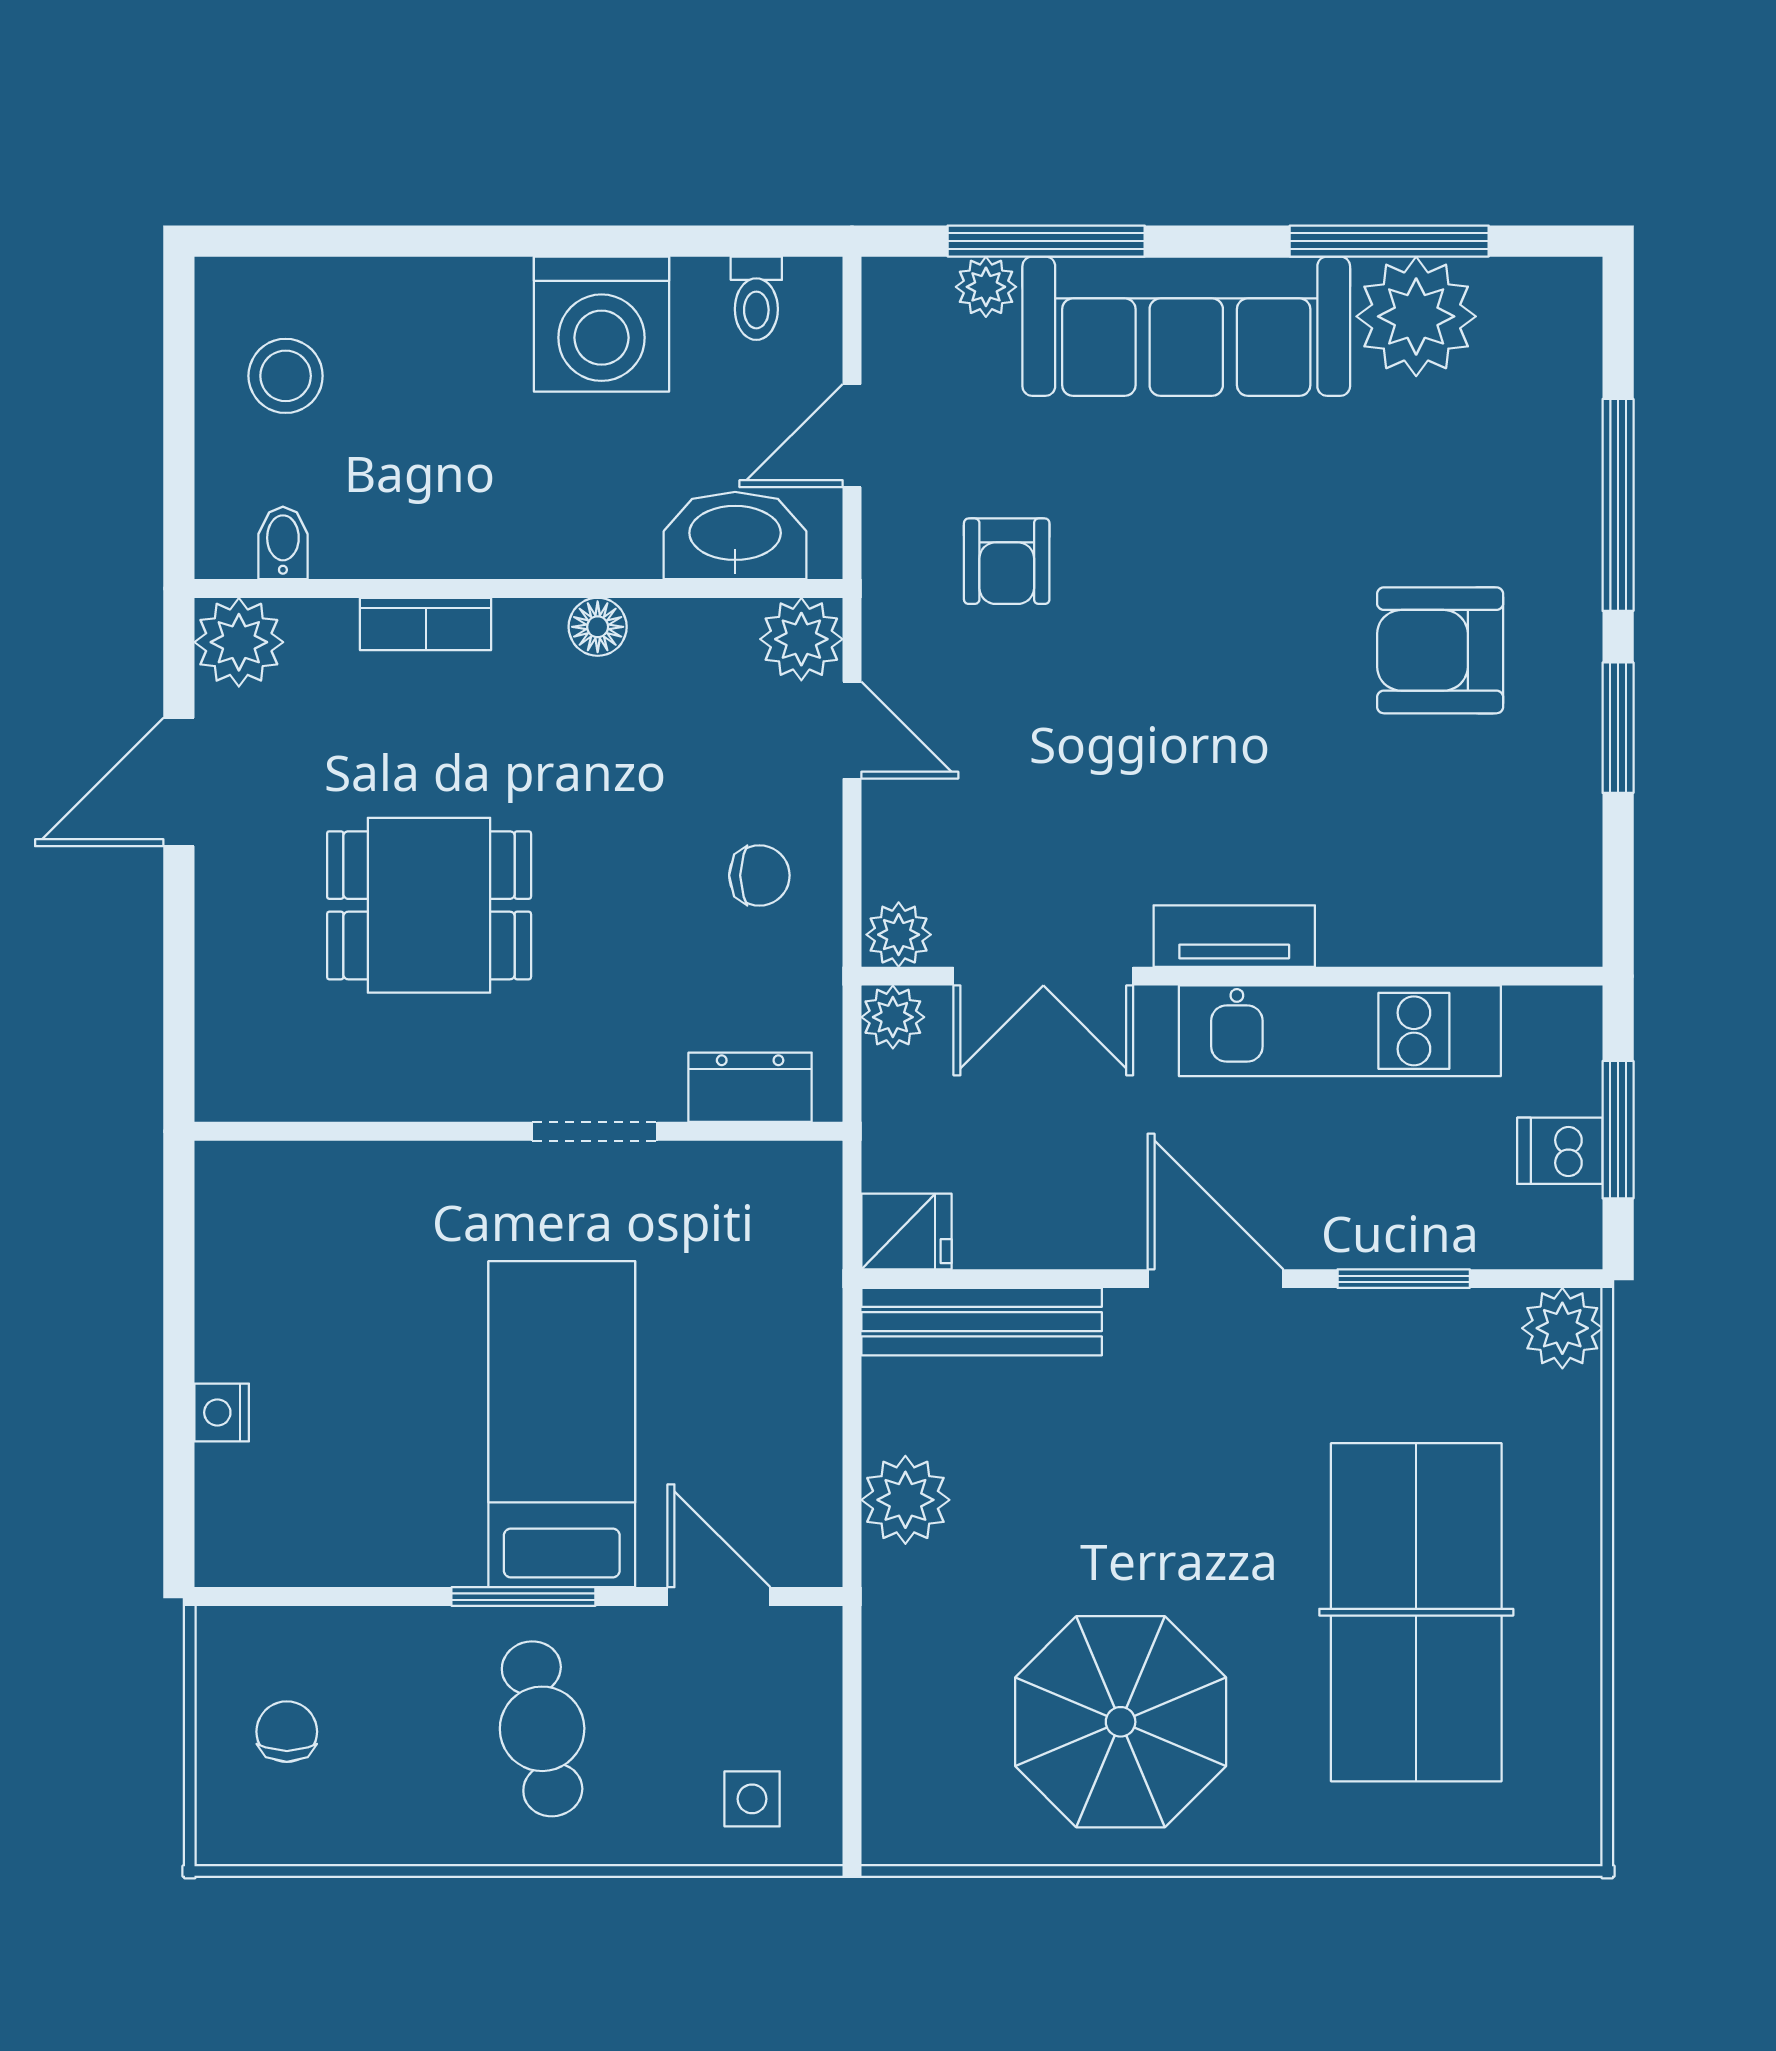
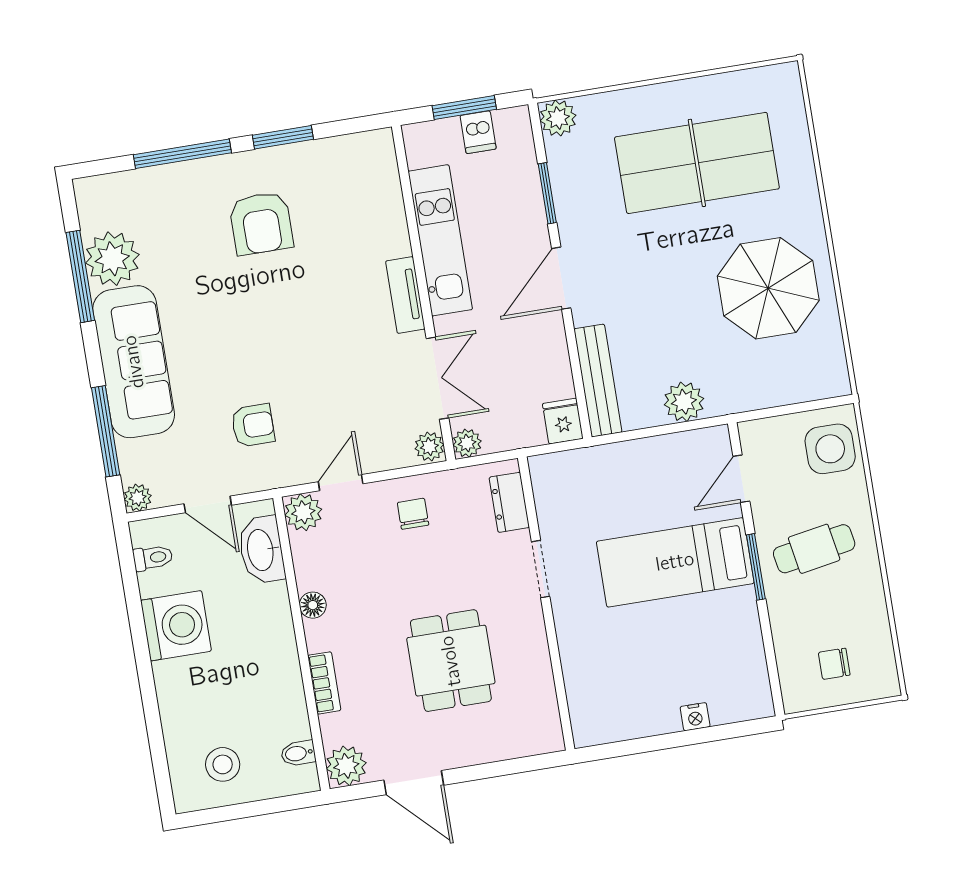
plant: (986, 287) -> (138, 498), moved
side table: (752, 1799) -> (830, 449), width x1.87, depth x1.87

